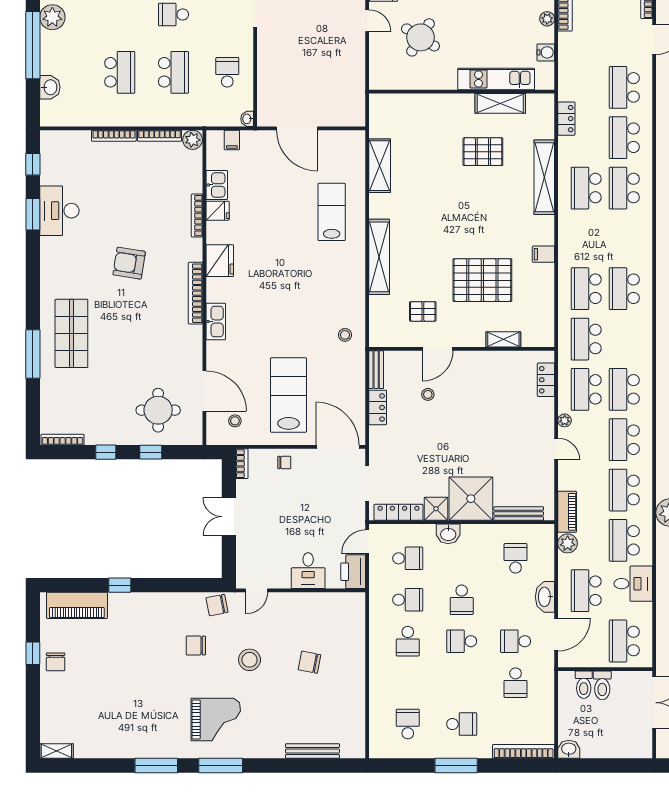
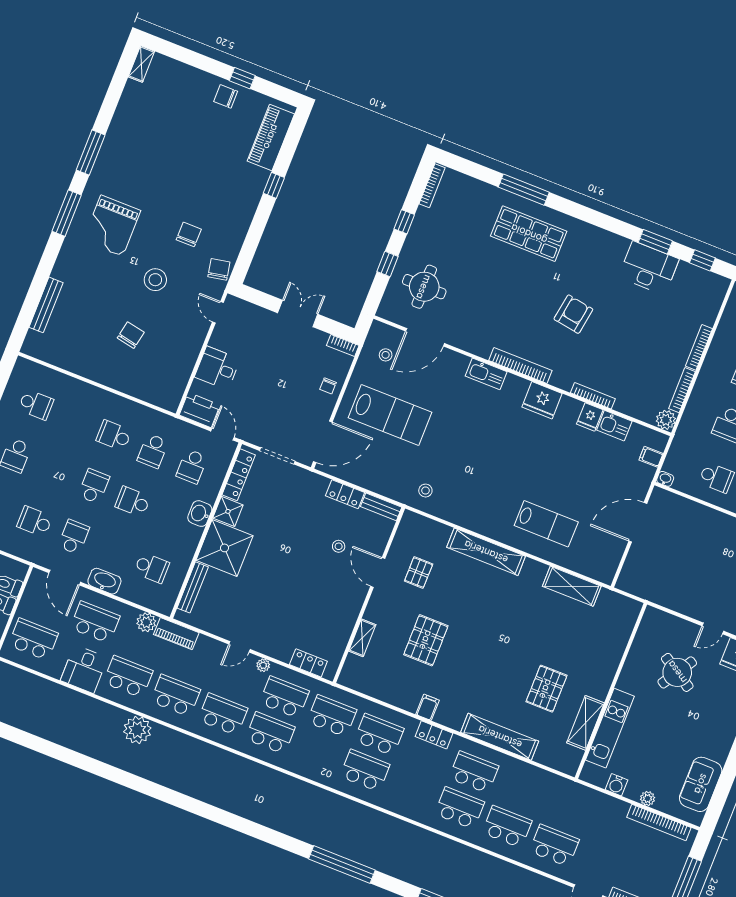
locker: (566, 119) -> (434, 735), moved
pallet: (482, 280) -> (426, 640), width x0.73, depth x0.71

